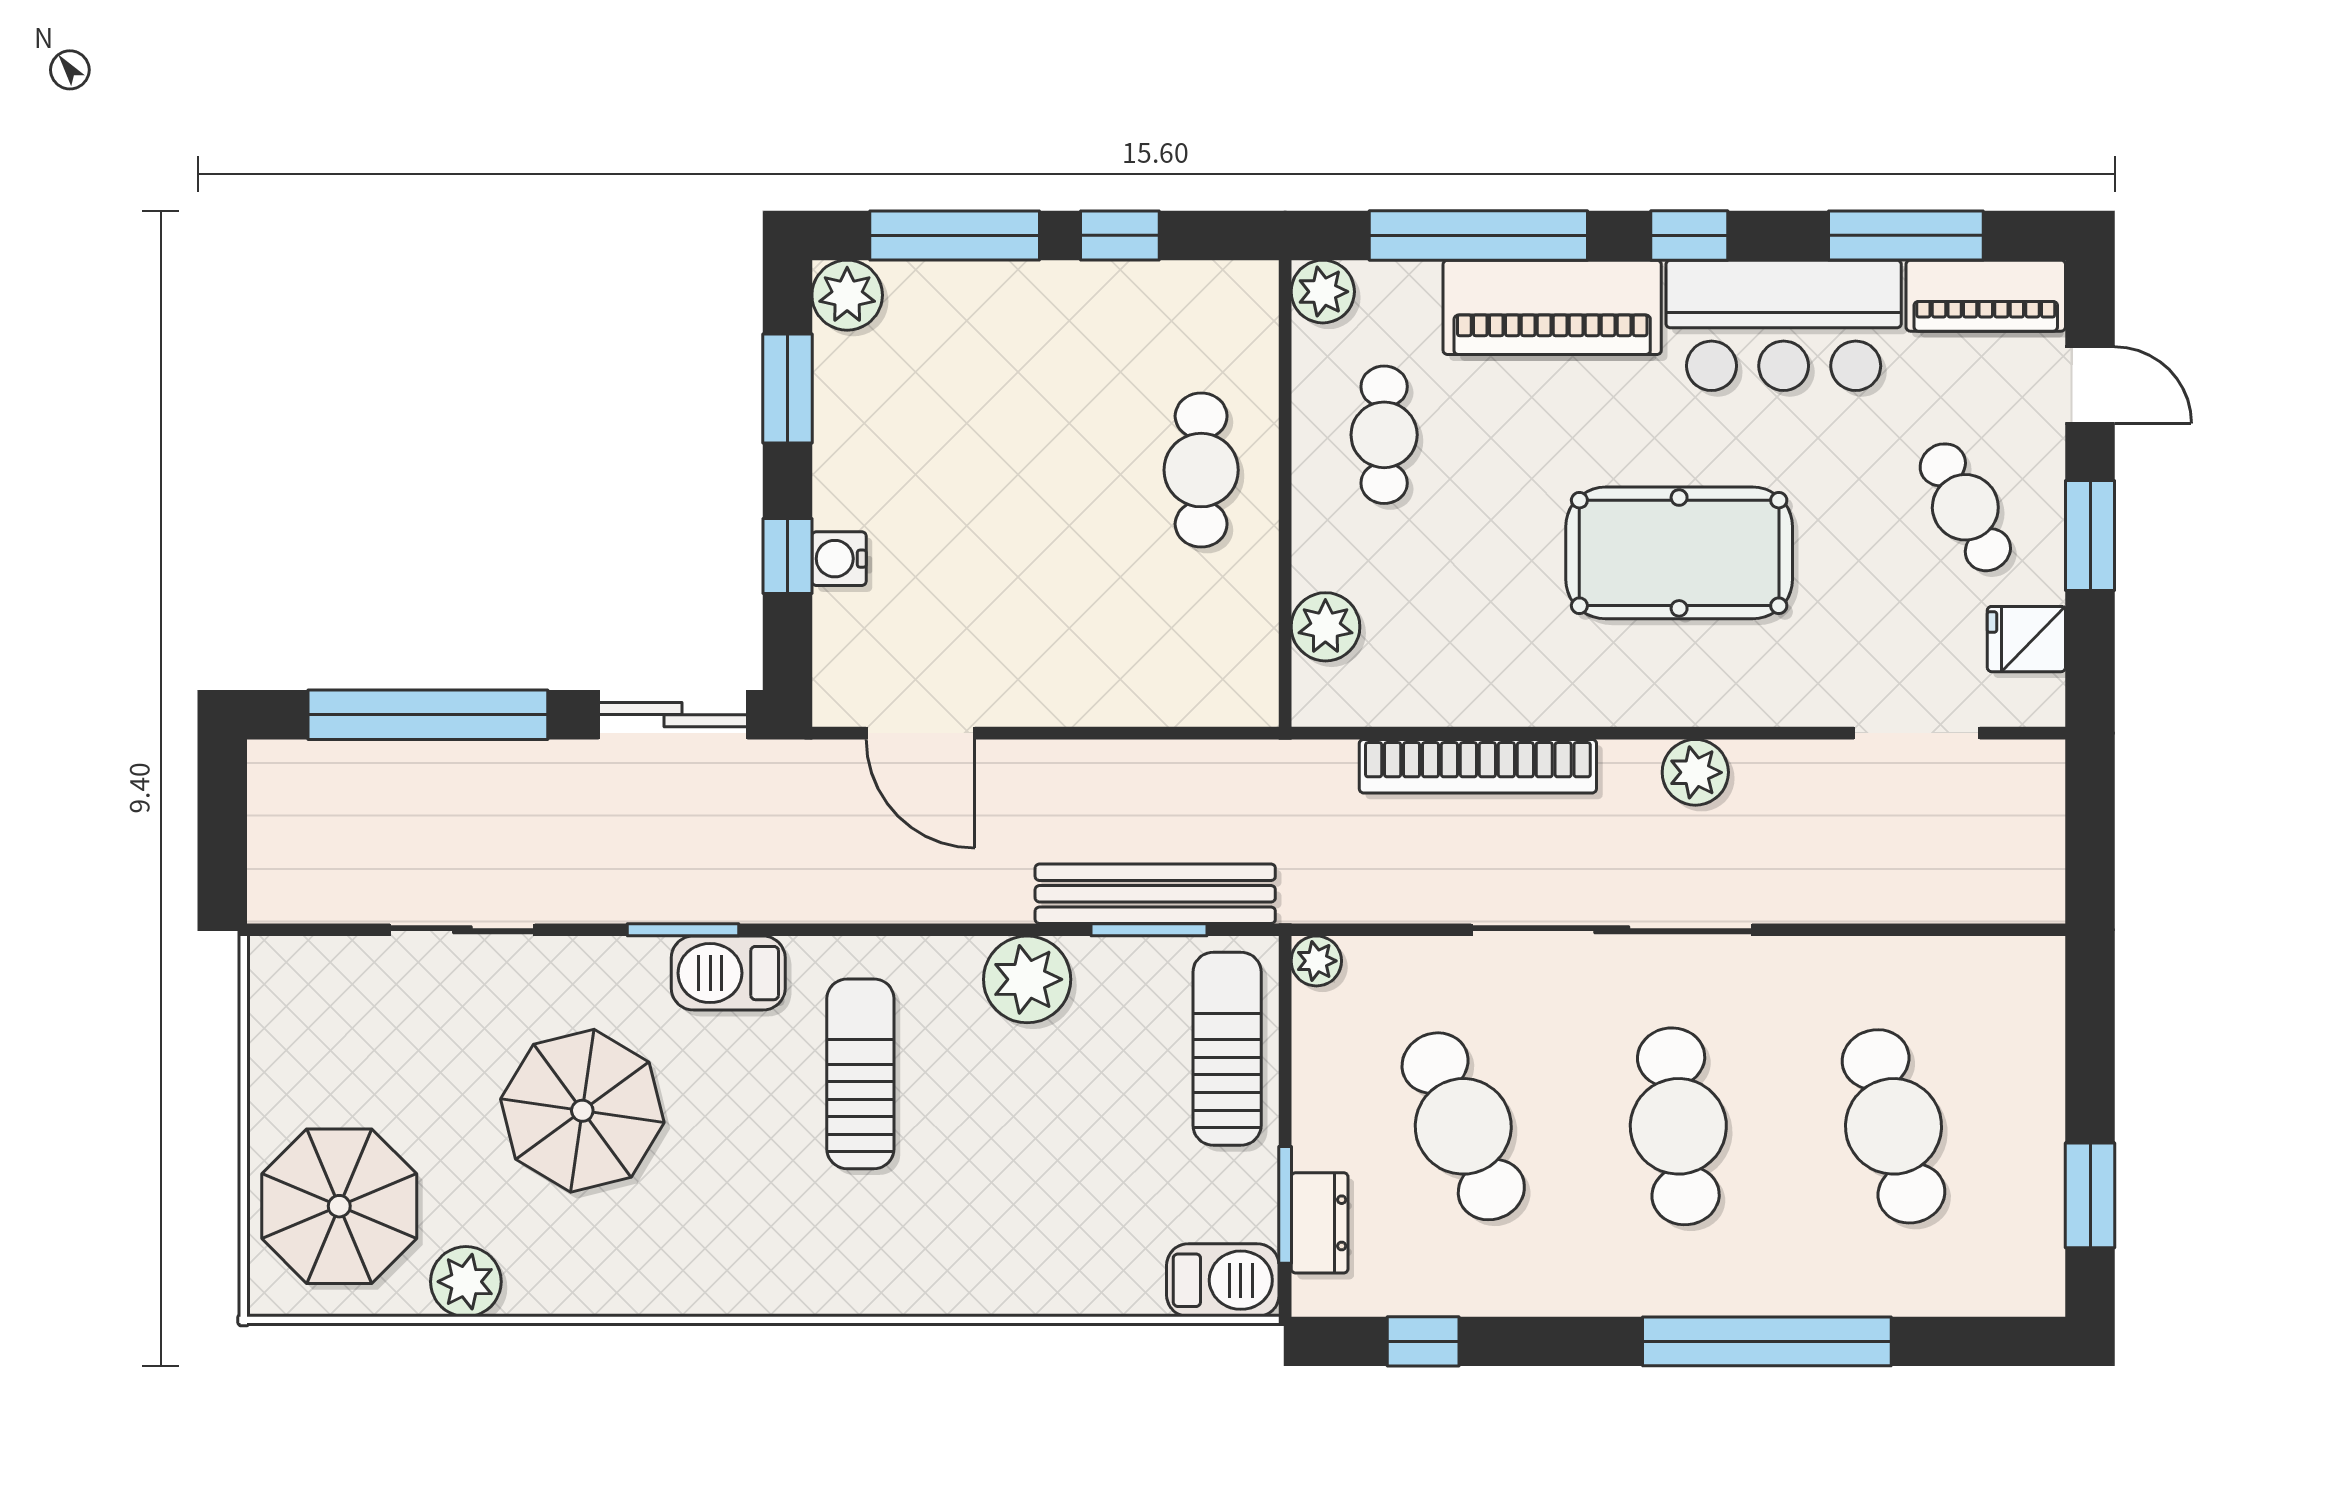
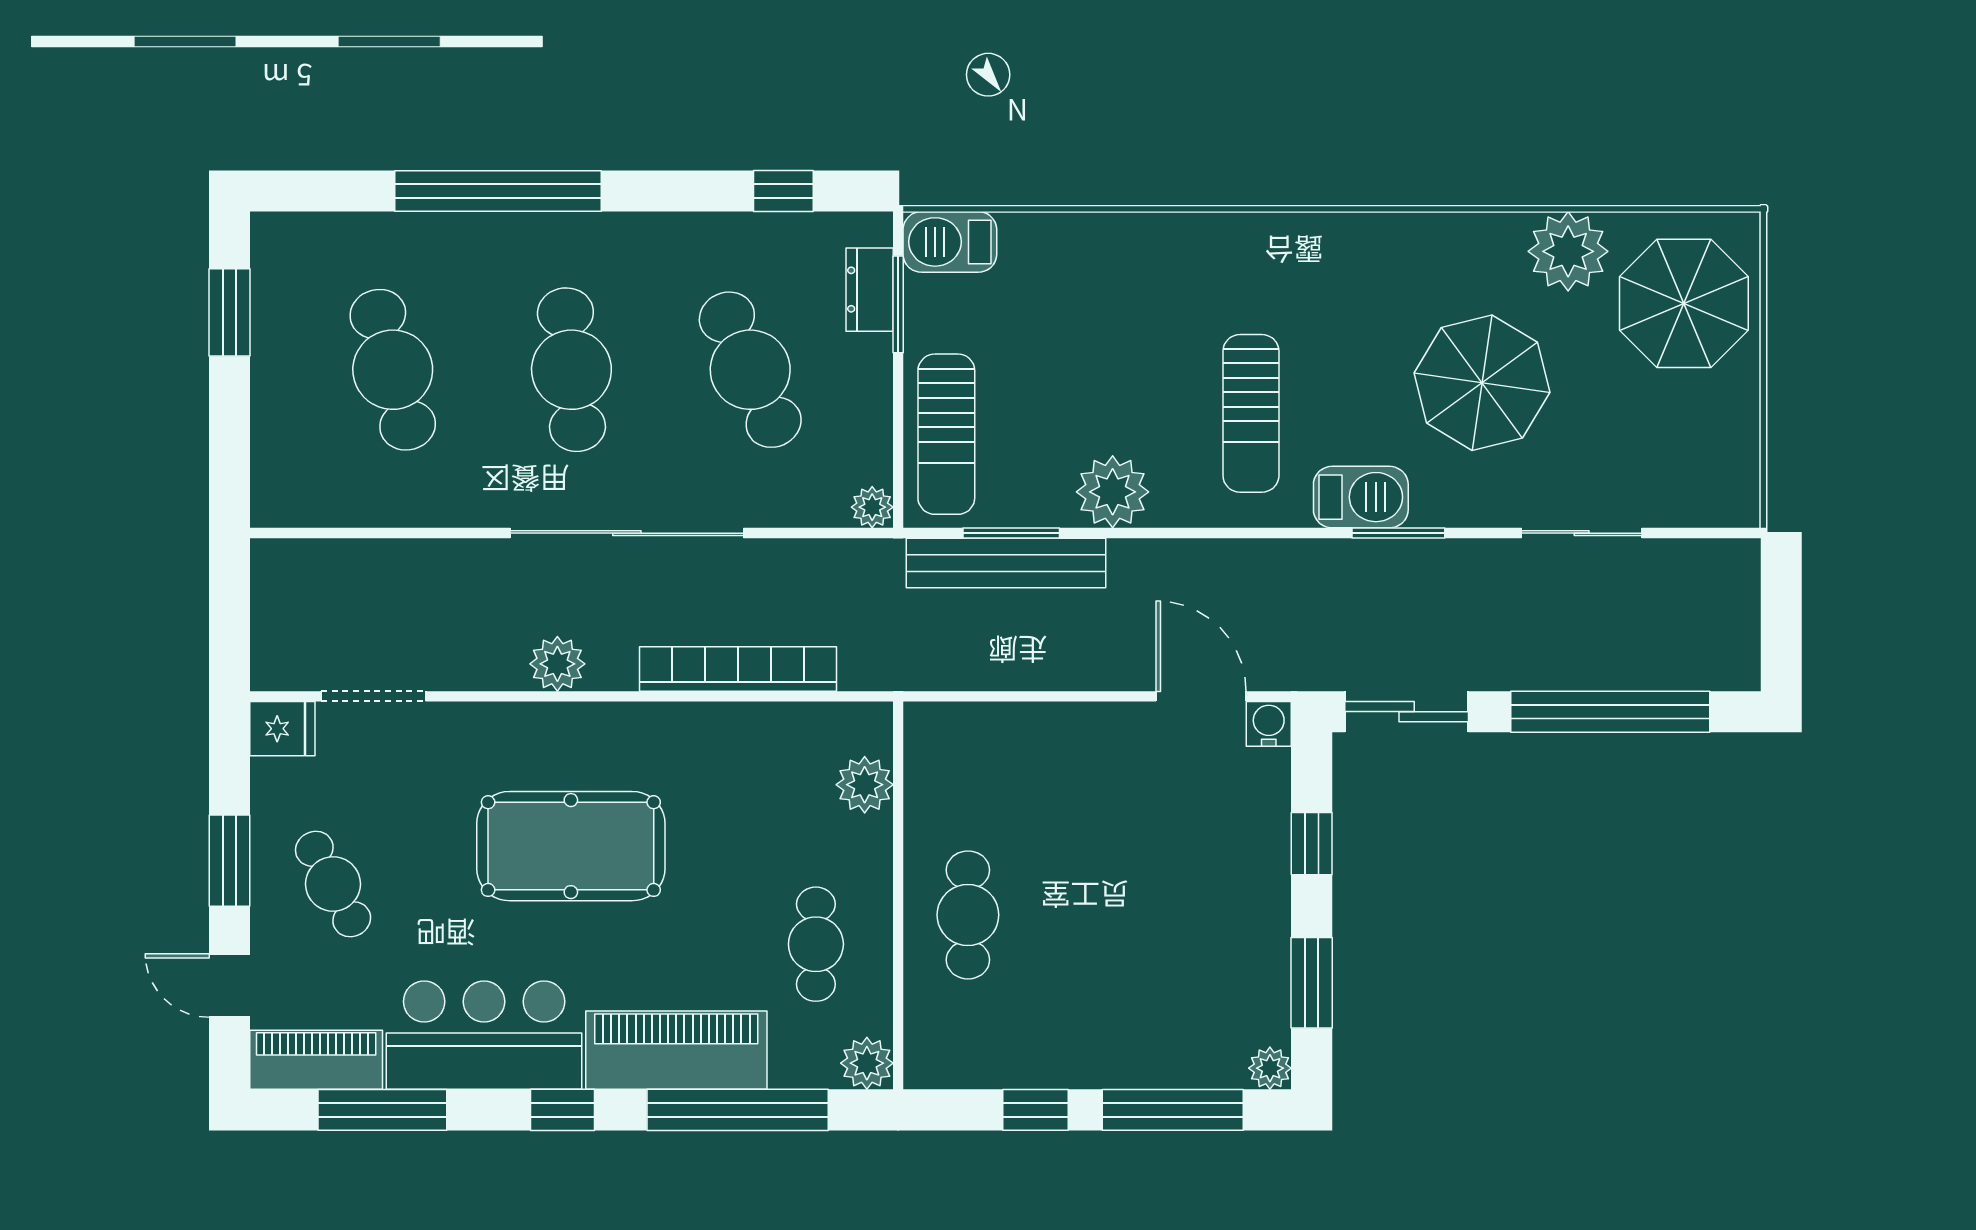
plant: (847, 295) -> (1270, 1068), width x0.73, depth x0.73
water cooler: (839, 559) -> (1269, 724), moved, turned -90
fridge: (2026, 639) -> (282, 729), moved
plant: (466, 1282) -> (1568, 251), width x1.36, depth x1.36

